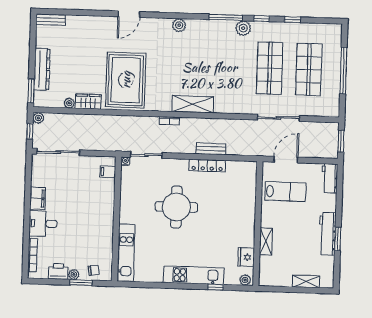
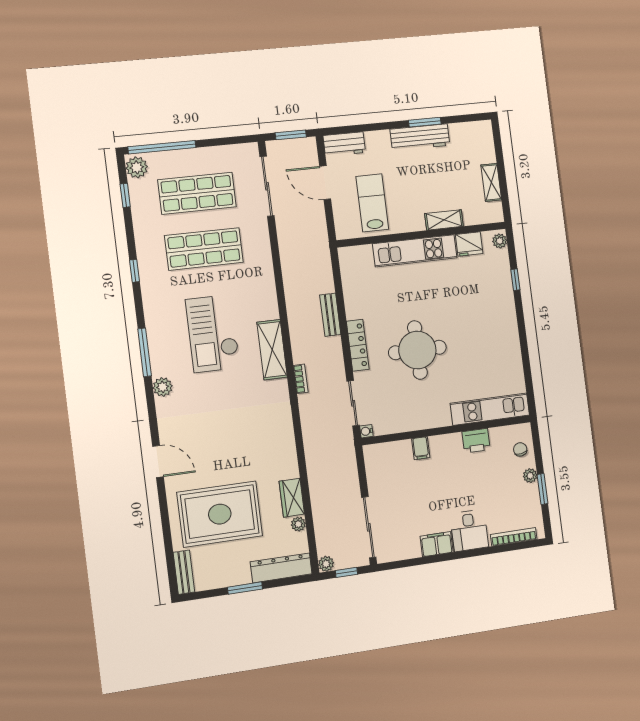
window: (226, 17) -> (145, 352), moved
window: (293, 20) -> (125, 195), moved
plant: (243, 28) -> (137, 167), moved
checkout: (210, 65) -> (213, 334), added
dresser: (42, 69) -> (281, 568), moved
window: (343, 71) -> (162, 147), moved
rug: (126, 80) -> (220, 514), moved
window: (31, 91) -> (245, 588), moved
sliding door: (278, 118) -> (267, 186), moved
door: (286, 160) -> (325, 183), moved
locker: (207, 166) -> (358, 345), moved
filing cabinet: (108, 172) -> (421, 448), moved
printer: (58, 271) -> (476, 441), moved, turned -90
kitchen unit: (194, 275) -> (415, 251), moved, turned -90
shelving: (306, 281) -> (491, 182), moved
window: (81, 283) -> (542, 489), moved

